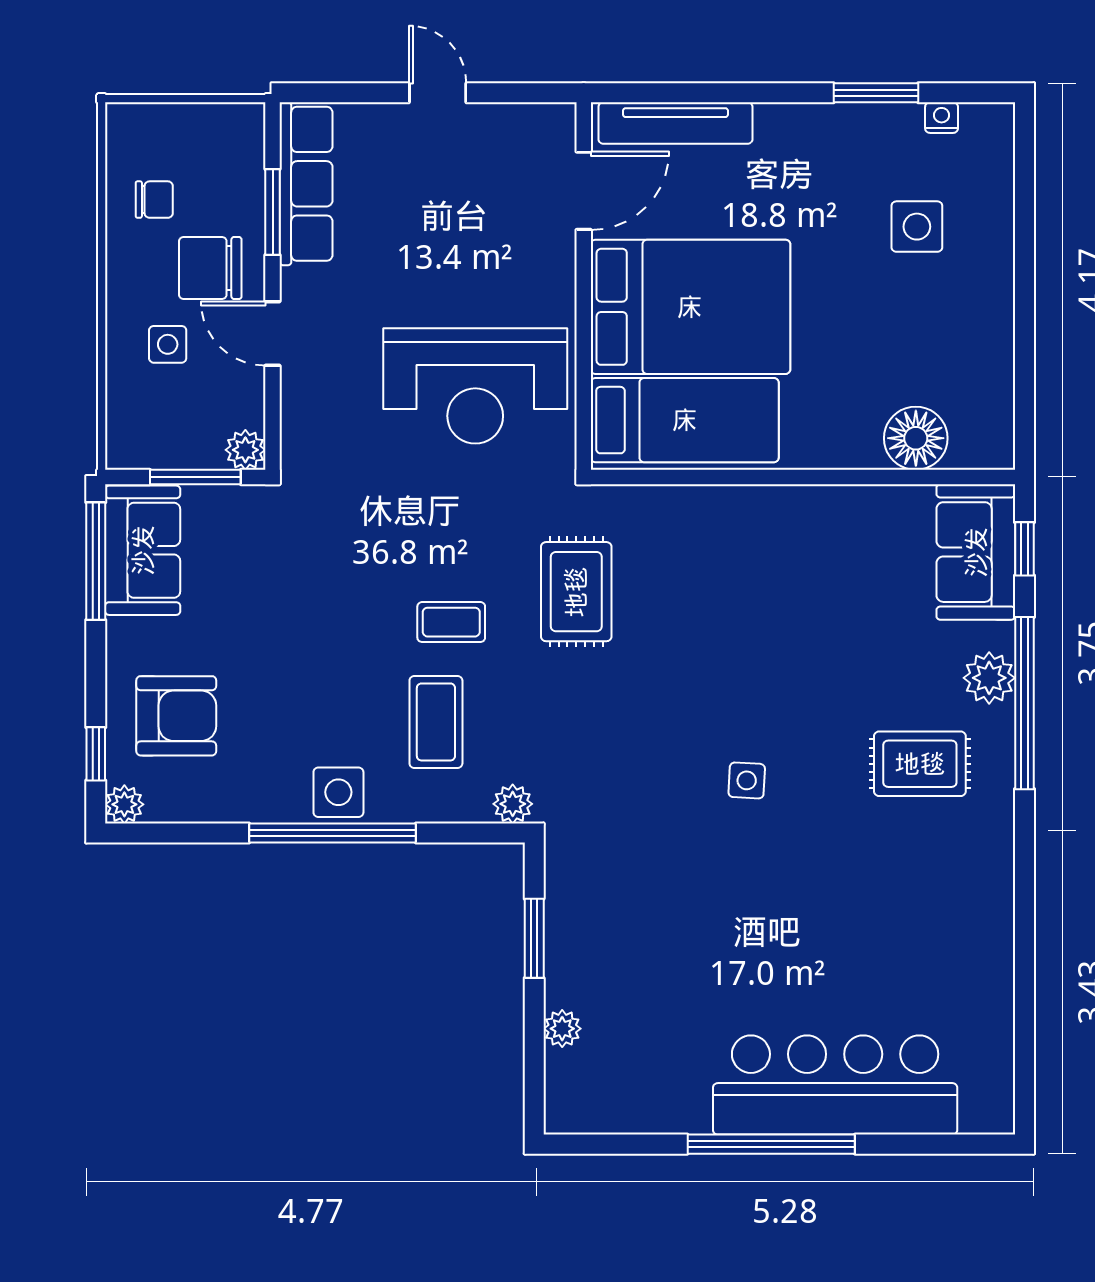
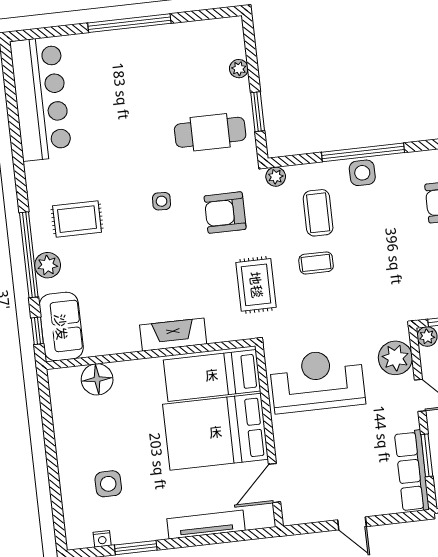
tv unit: (675, 123) -> (206, 525), moved
plant: (314, 414) -> (395, 358), added
fireplace: (753, 511) -> (173, 335), added
armchair: (622, 743) -> (225, 213), added
cafe table: (634, 908) -> (210, 132), added
bar counter: (835, 1085) -> (41, 99), moved, turned -90

